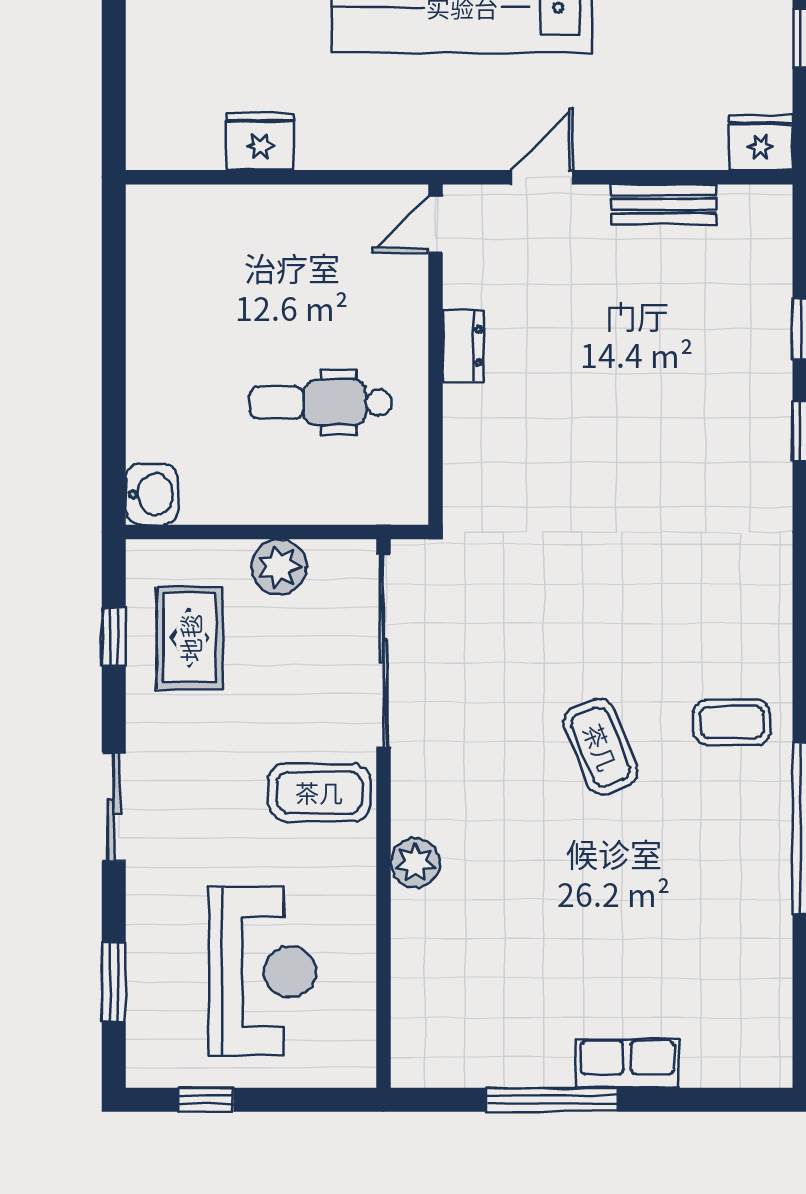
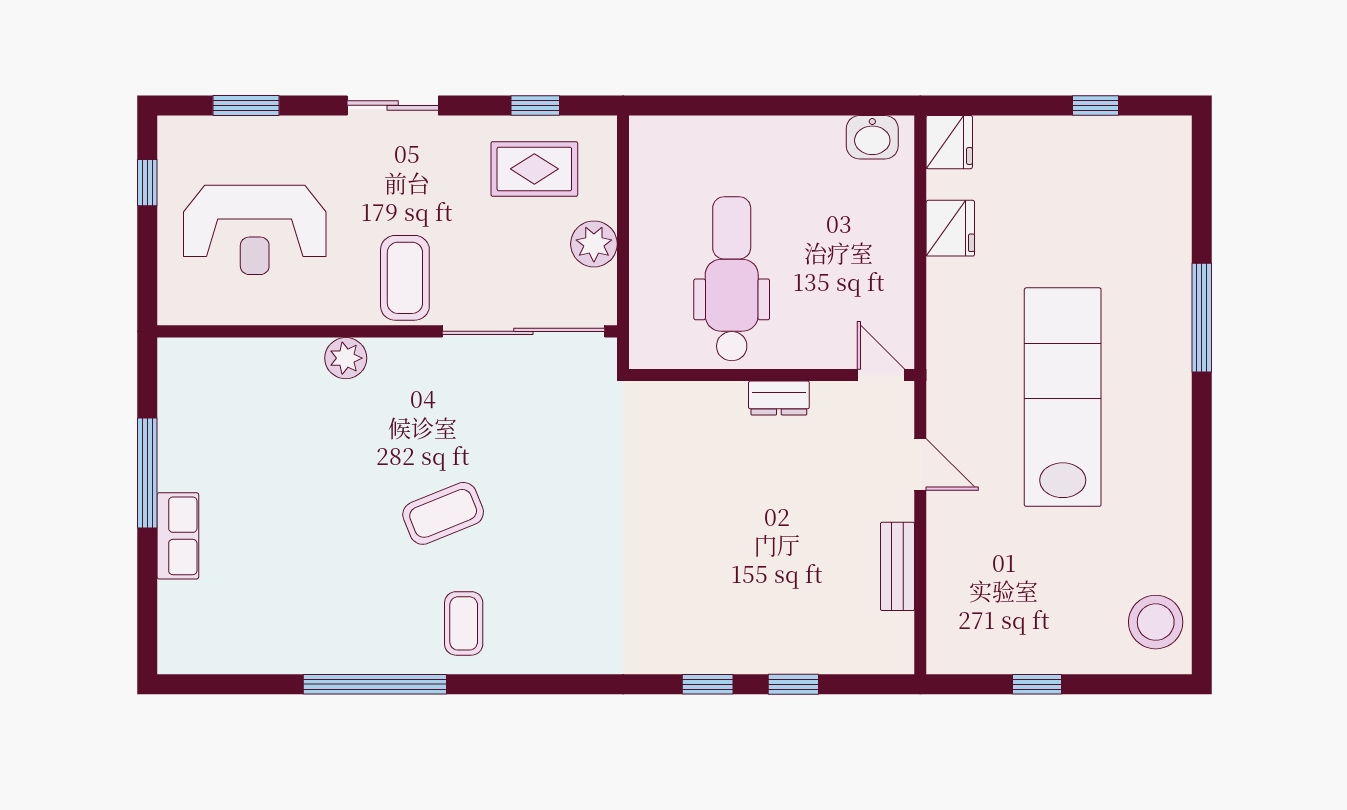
fridge: (761, 143) -> (949, 142), moved
dental chair: (321, 402) -> (732, 279), width x1.36, depth x1.38
washbasin: (152, 494) -> (872, 137), moved

